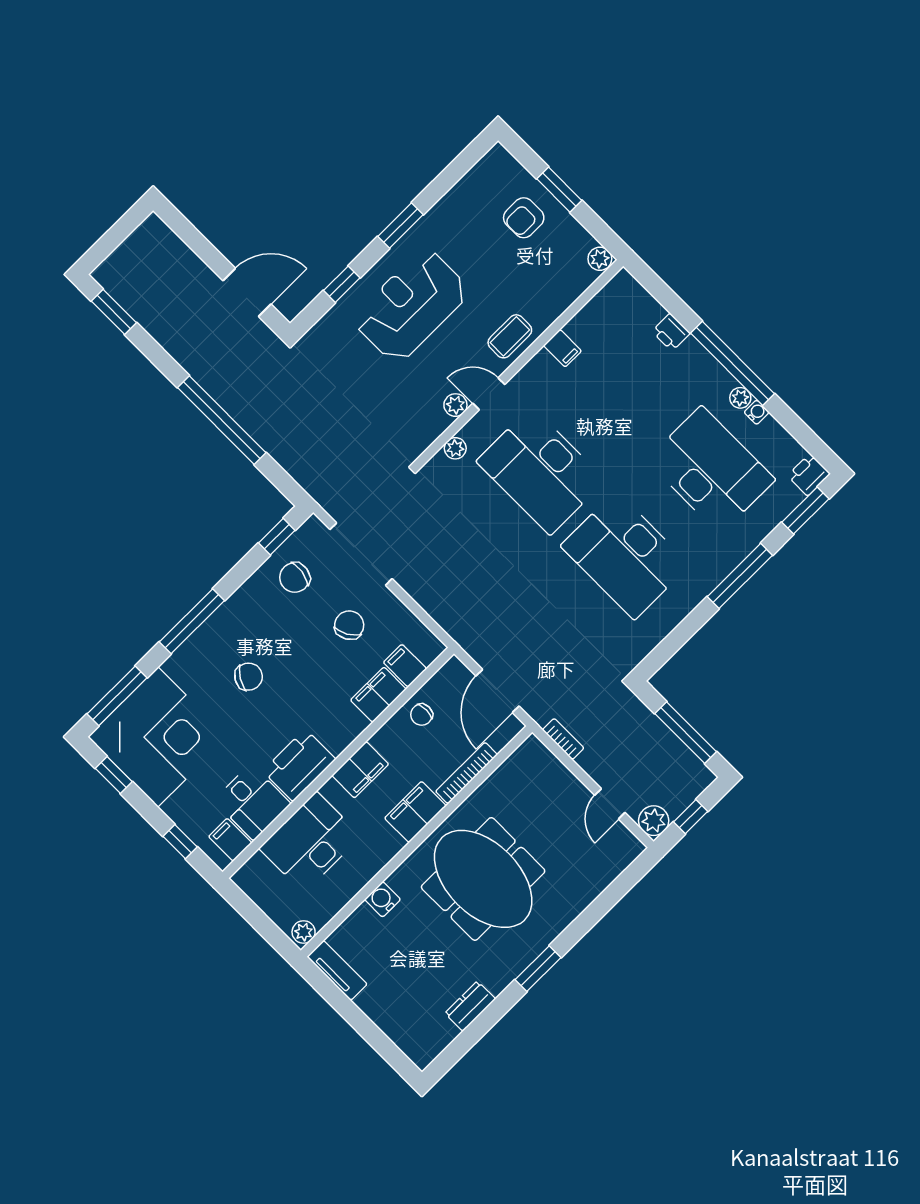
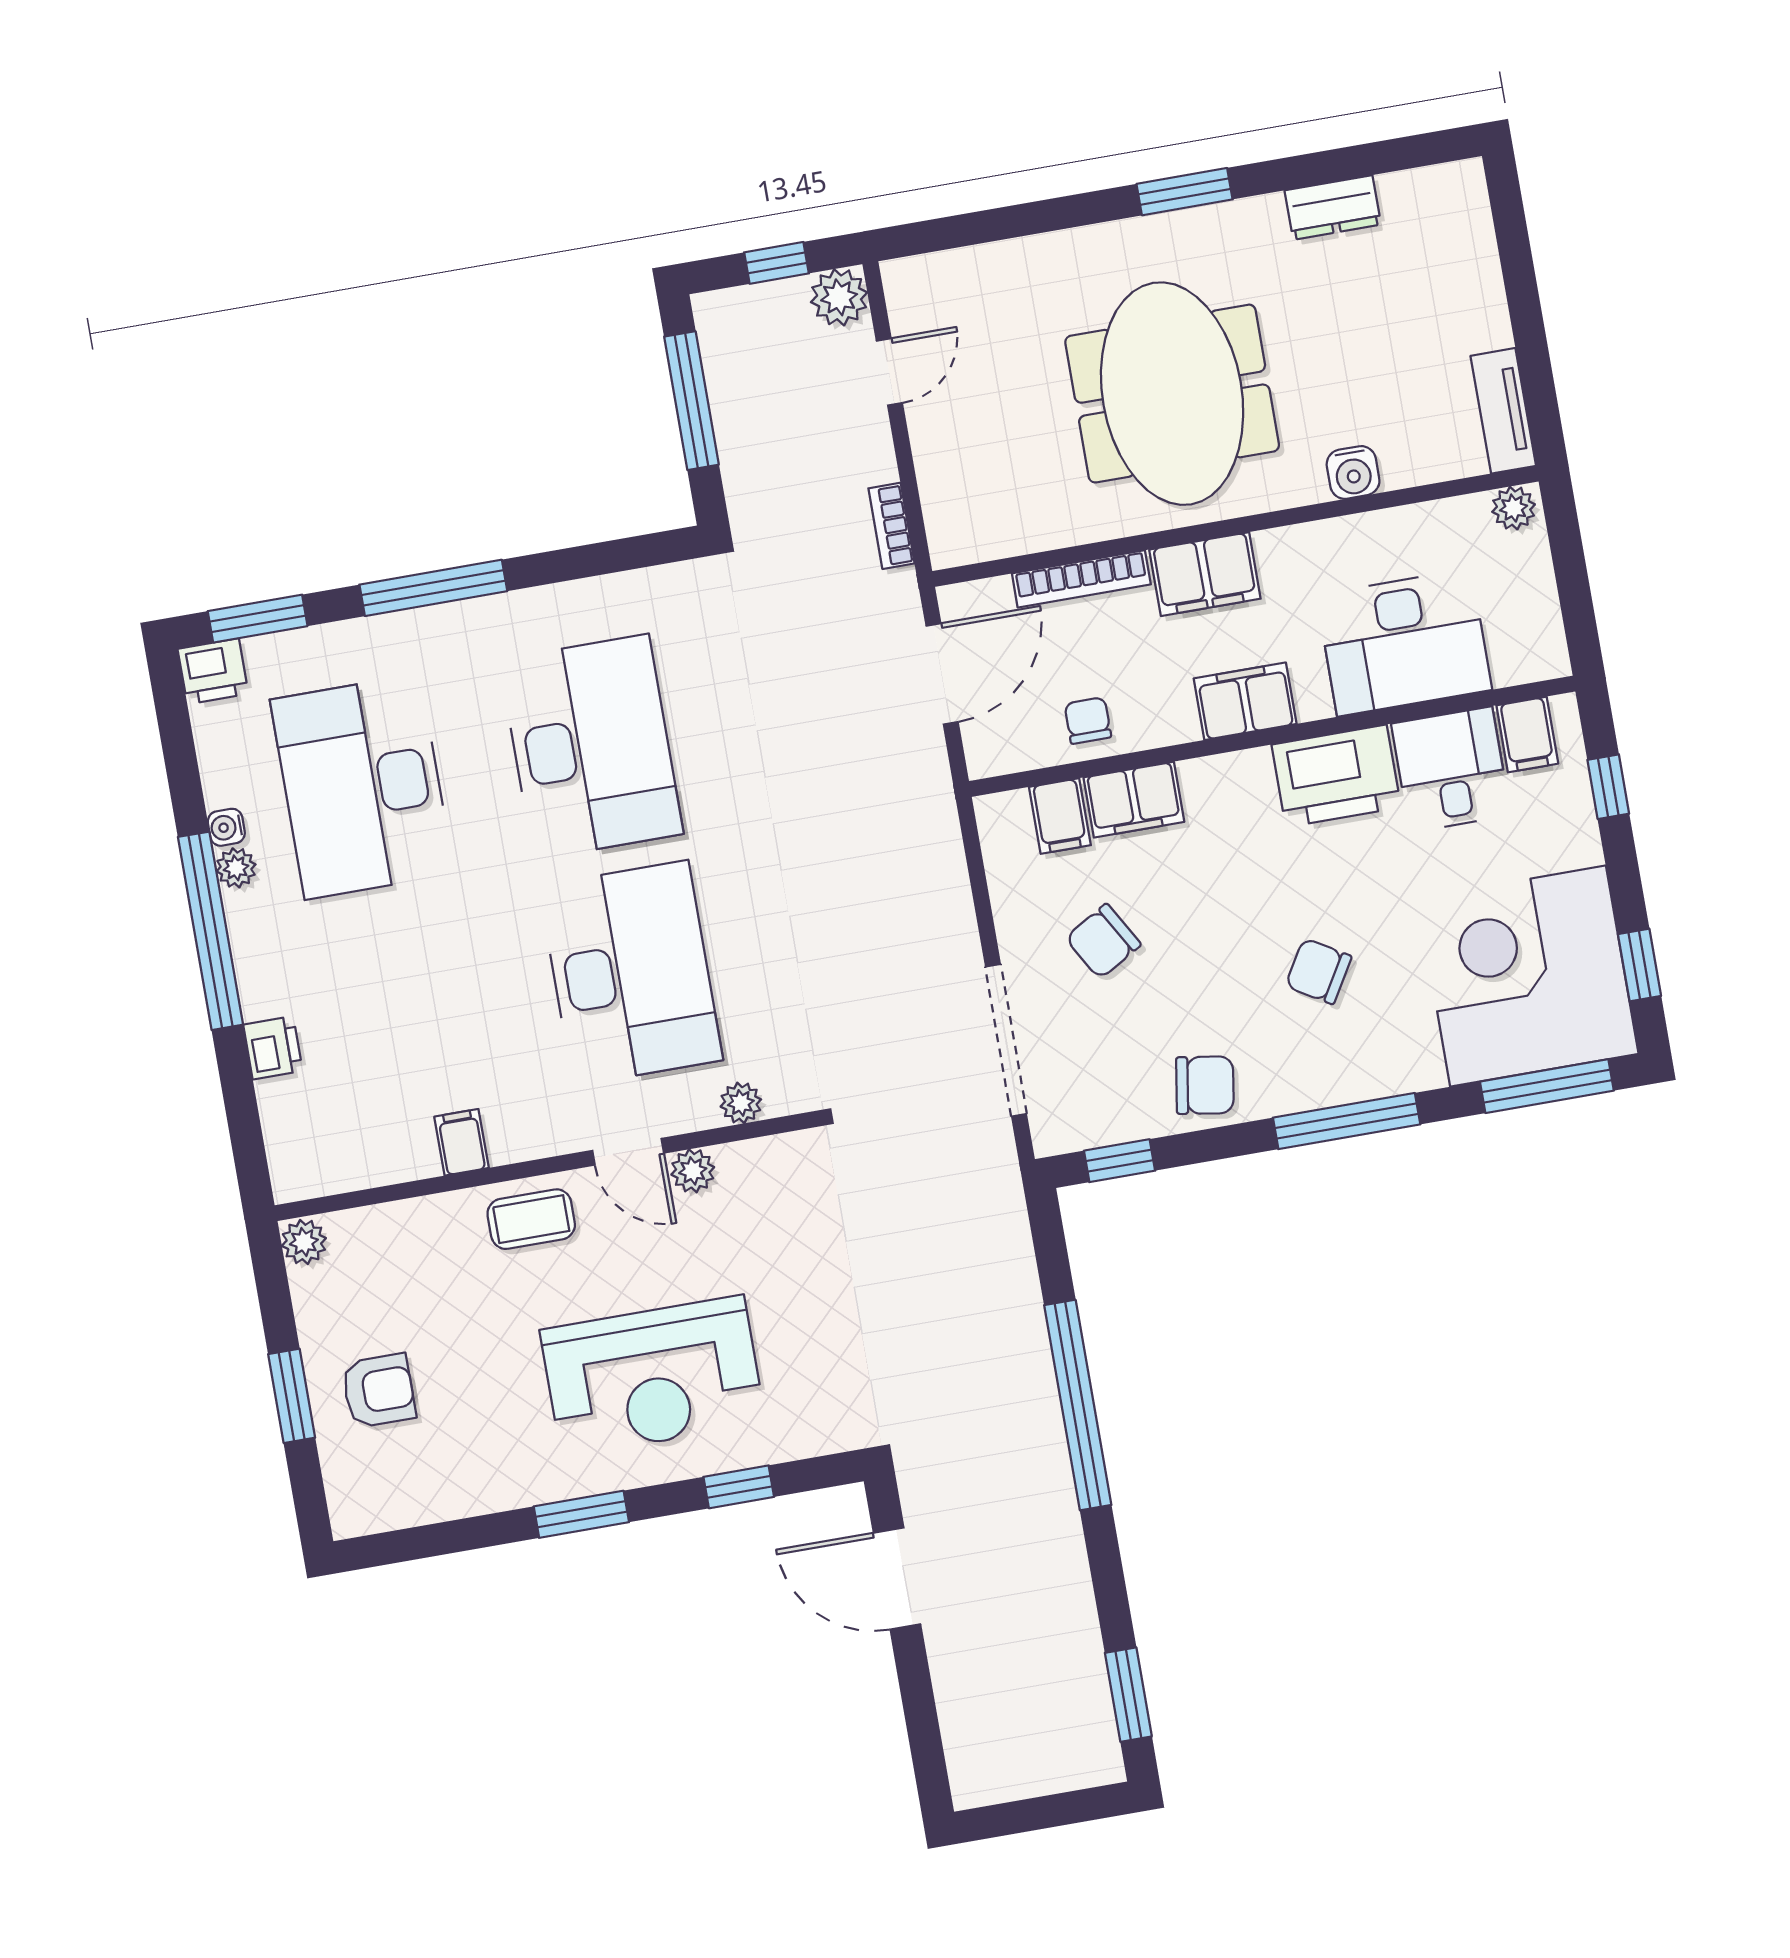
chair: (295, 578) -> (1205, 1085), moved
chair: (422, 715) -> (1088, 720), turned -90

